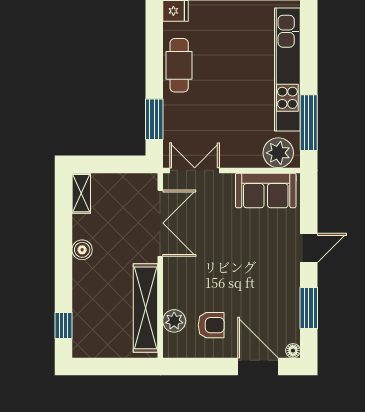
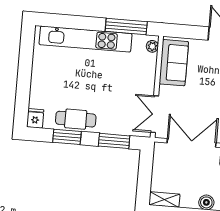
window: (154, 56) -> (67, 137), added
plant: (278, 153) -> (152, 46), width x0.53, depth x0.53

